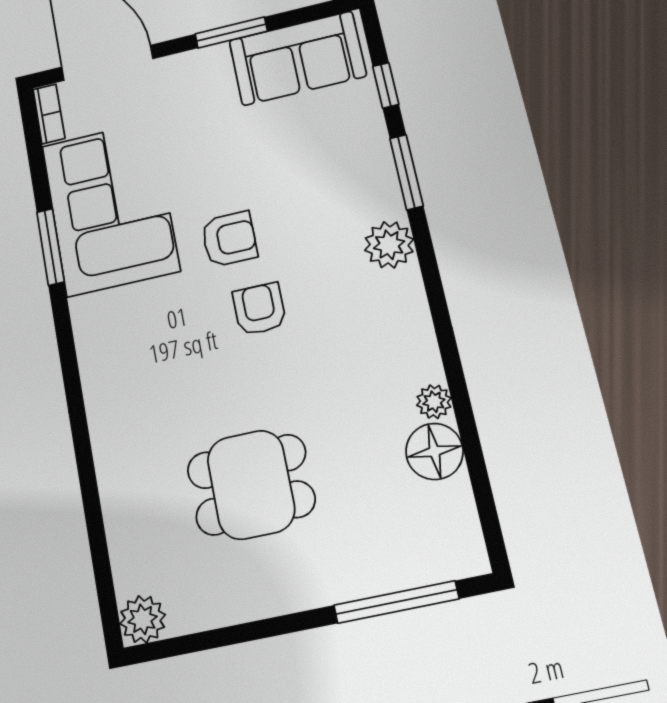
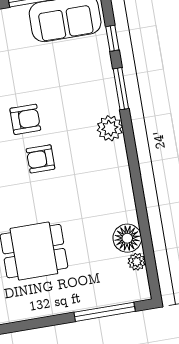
armchair: (259, 309) -> (41, 159), turned -90
plant: (434, 402) -> (137, 262), moved

